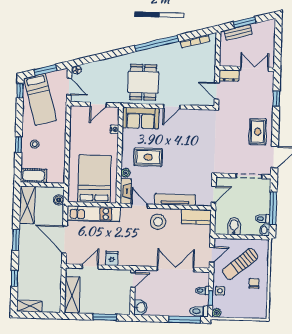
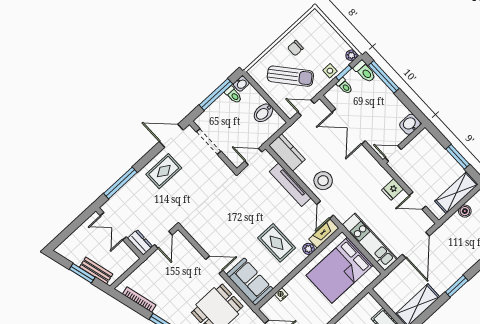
window: (276, 99) -> (120, 183), width x2.17
boiler: (59, 200) -> (465, 211), moved
window: (105, 317) -> (458, 157), moved

